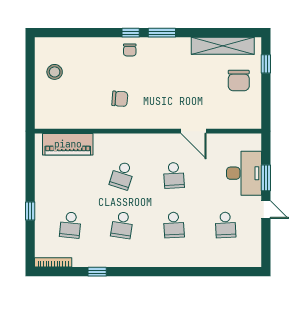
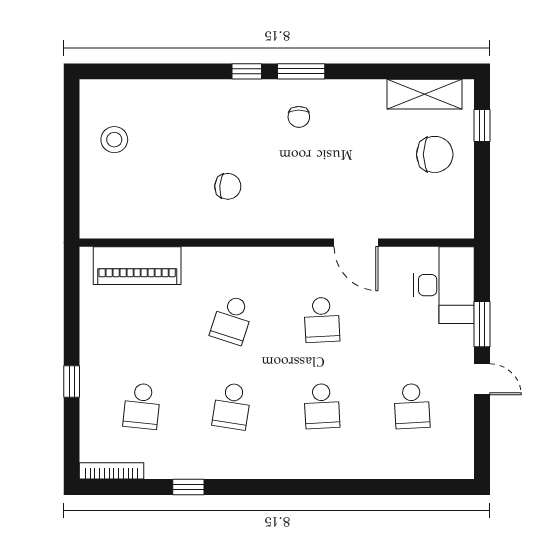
shelving: (223, 46) -> (424, 94), width x0.68
chair: (130, 50) -> (299, 117), moved
chair: (239, 80) -> (435, 154), turned -90
desk: (244, 173) -> (444, 285), moved

